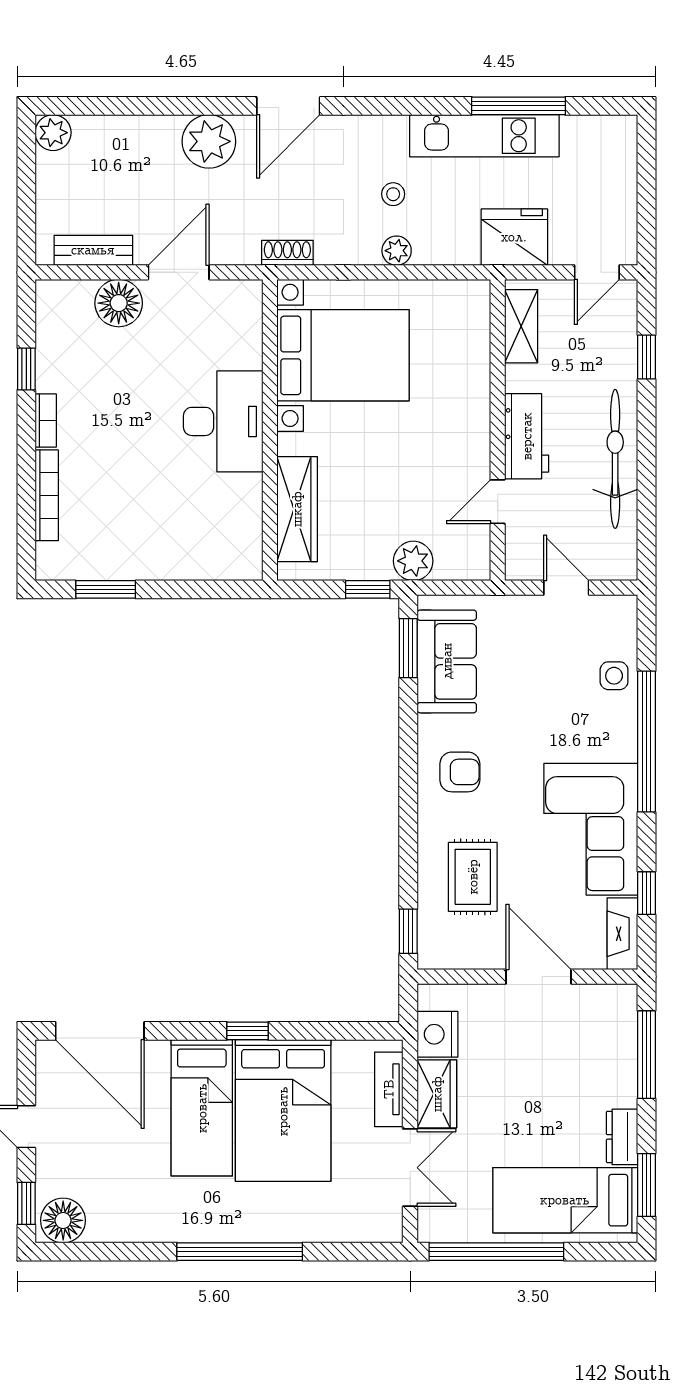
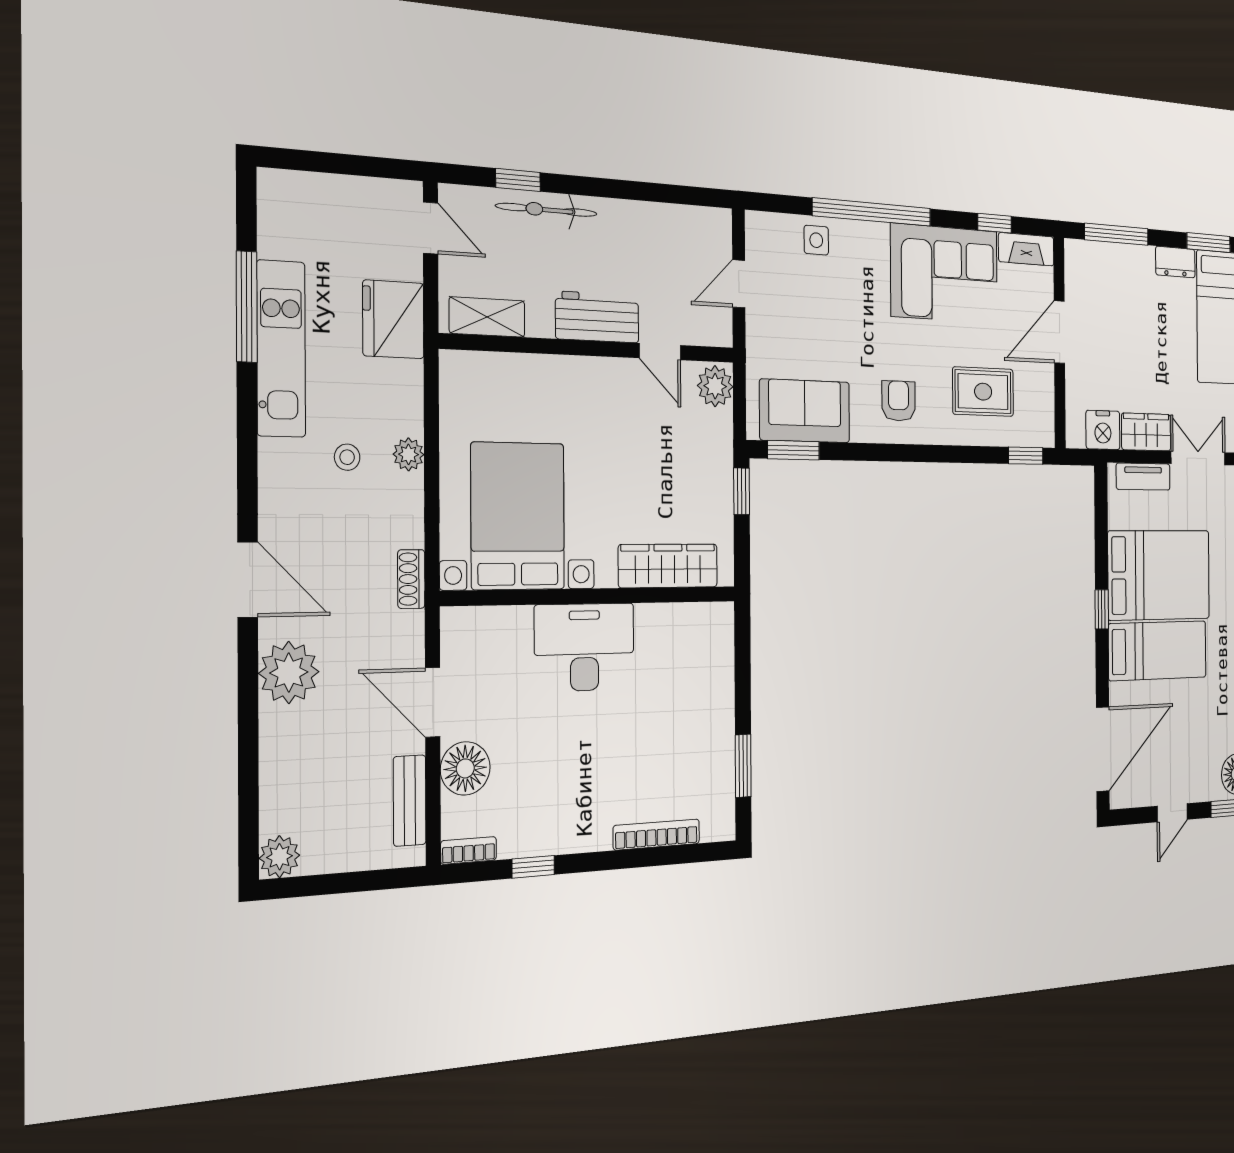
bookcase: (46, 421) -> (469, 850), moved
bicycle: (615, 459) -> (547, 210), moved, width x0.73, depth x0.71
plant: (413, 561) -> (715, 386), moved

